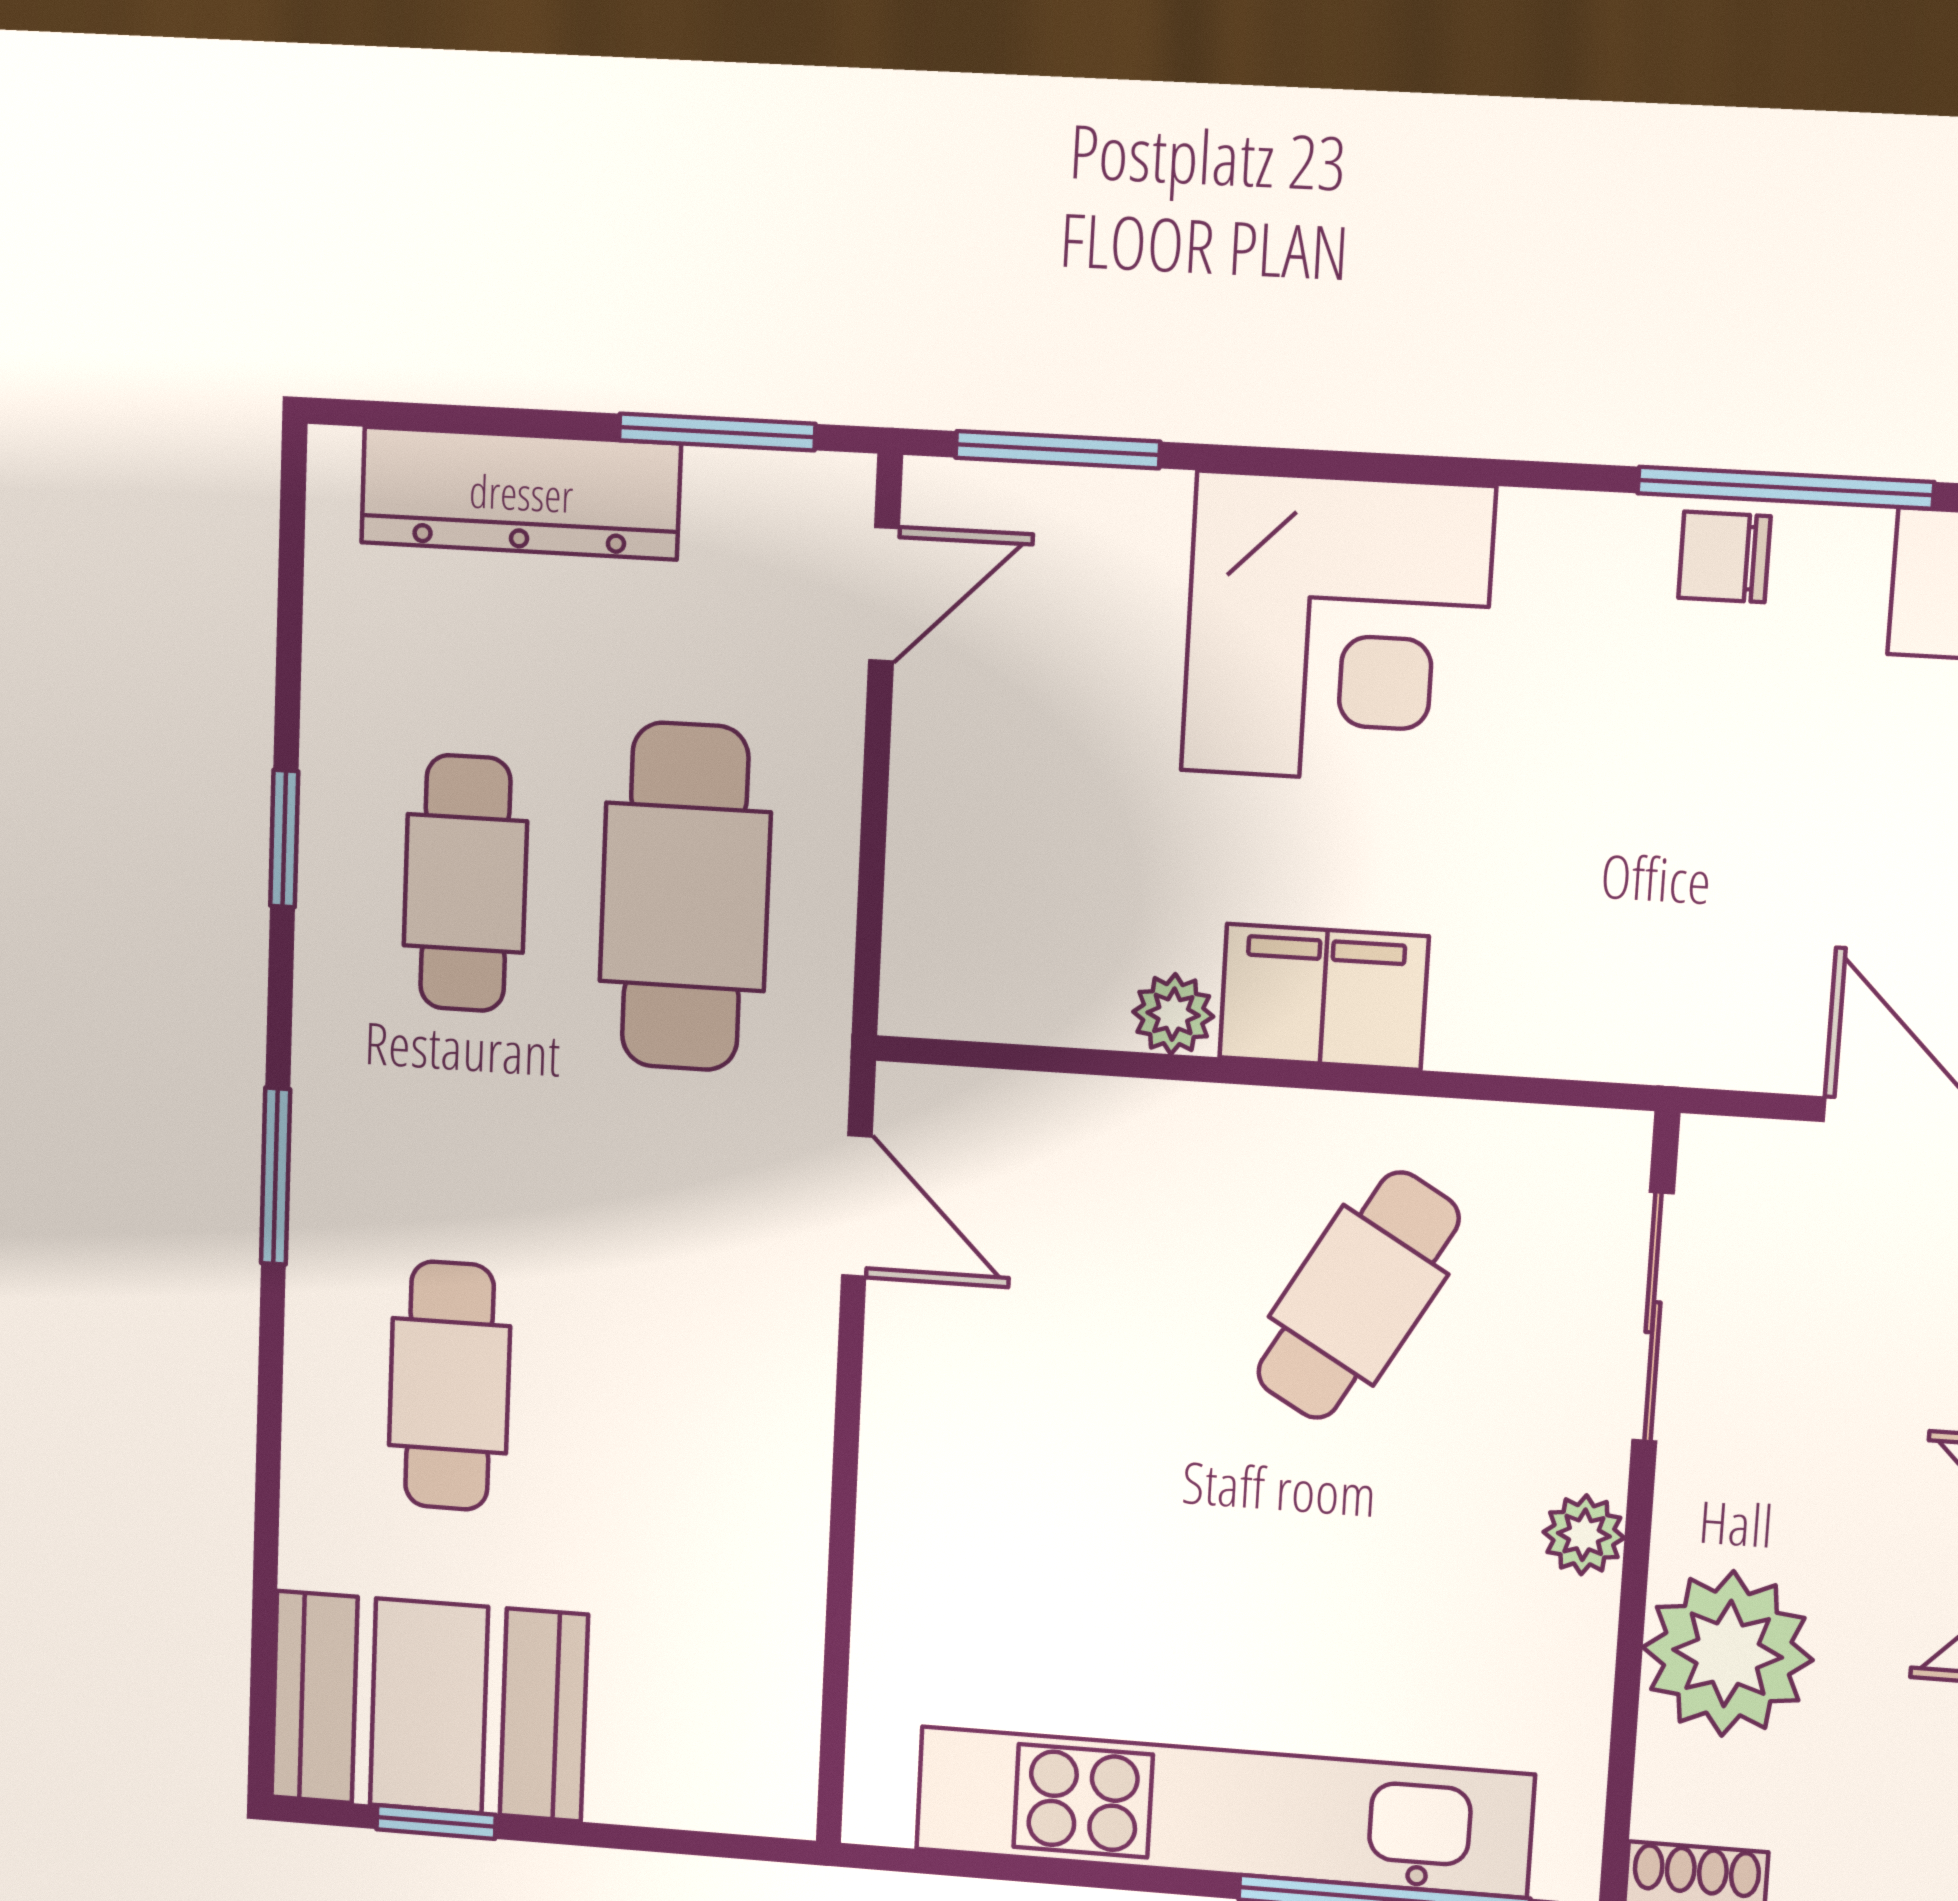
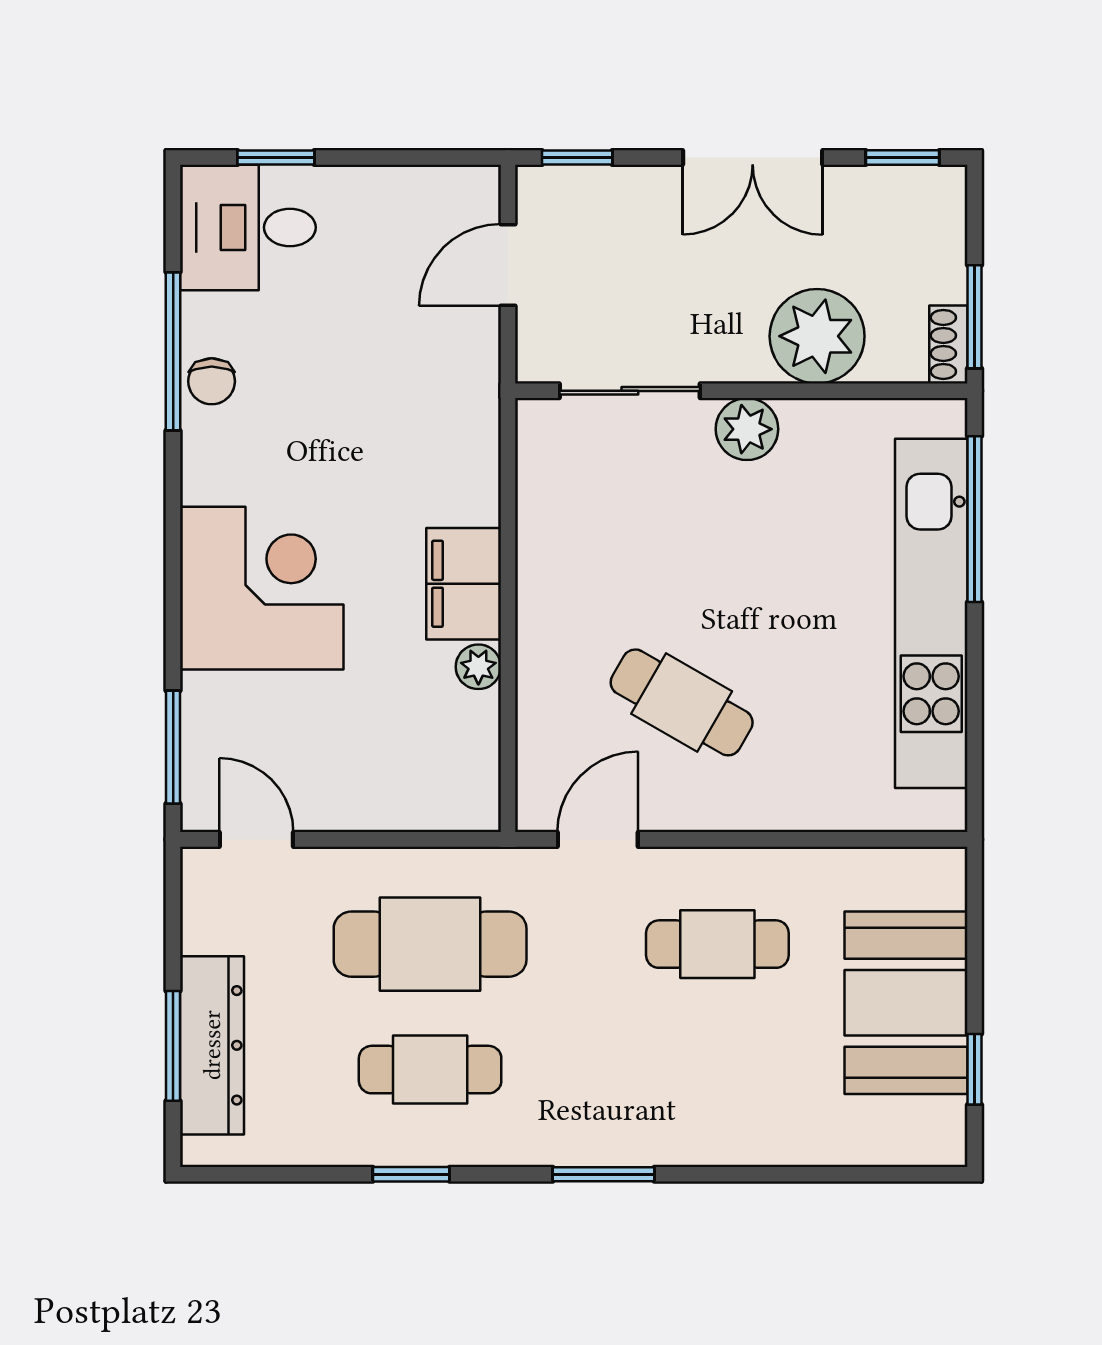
window: (717, 432) -> (173, 1046), moved
cafe table: (1358, 1296) -> (682, 702), moved
cafe table: (449, 1386) -> (717, 944), moved
plant: (1584, 1535) -> (747, 429), width x1.38, depth x1.38
booth: (429, 1706) -> (906, 1003), moved

